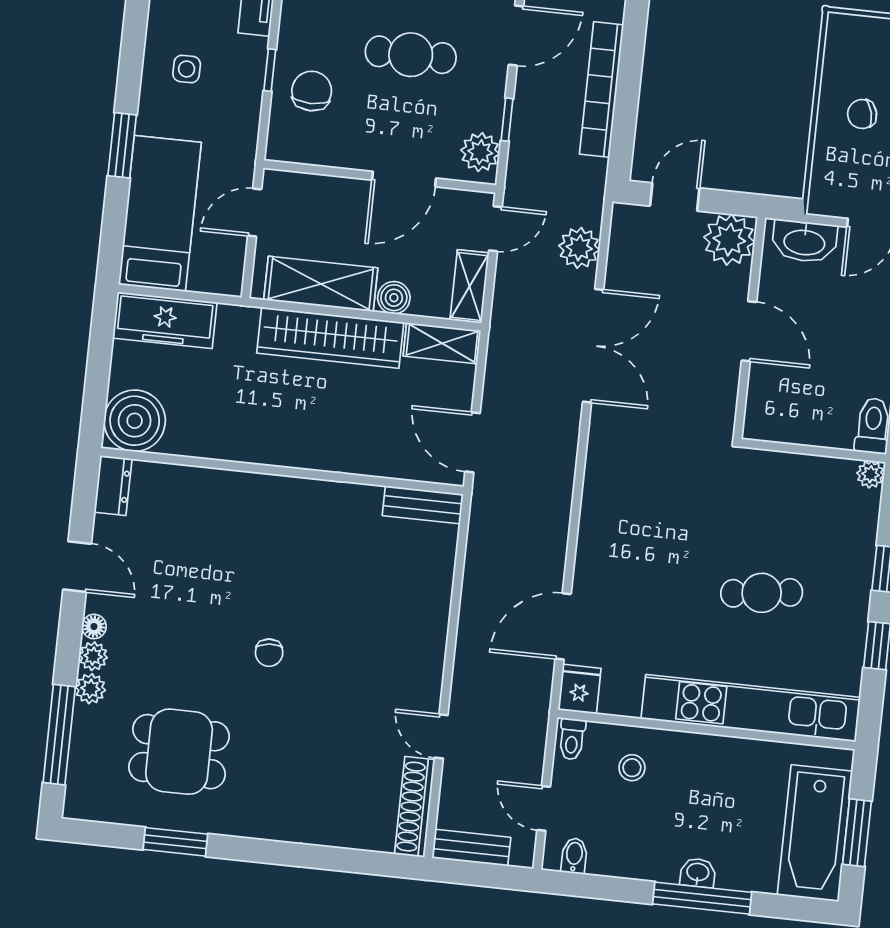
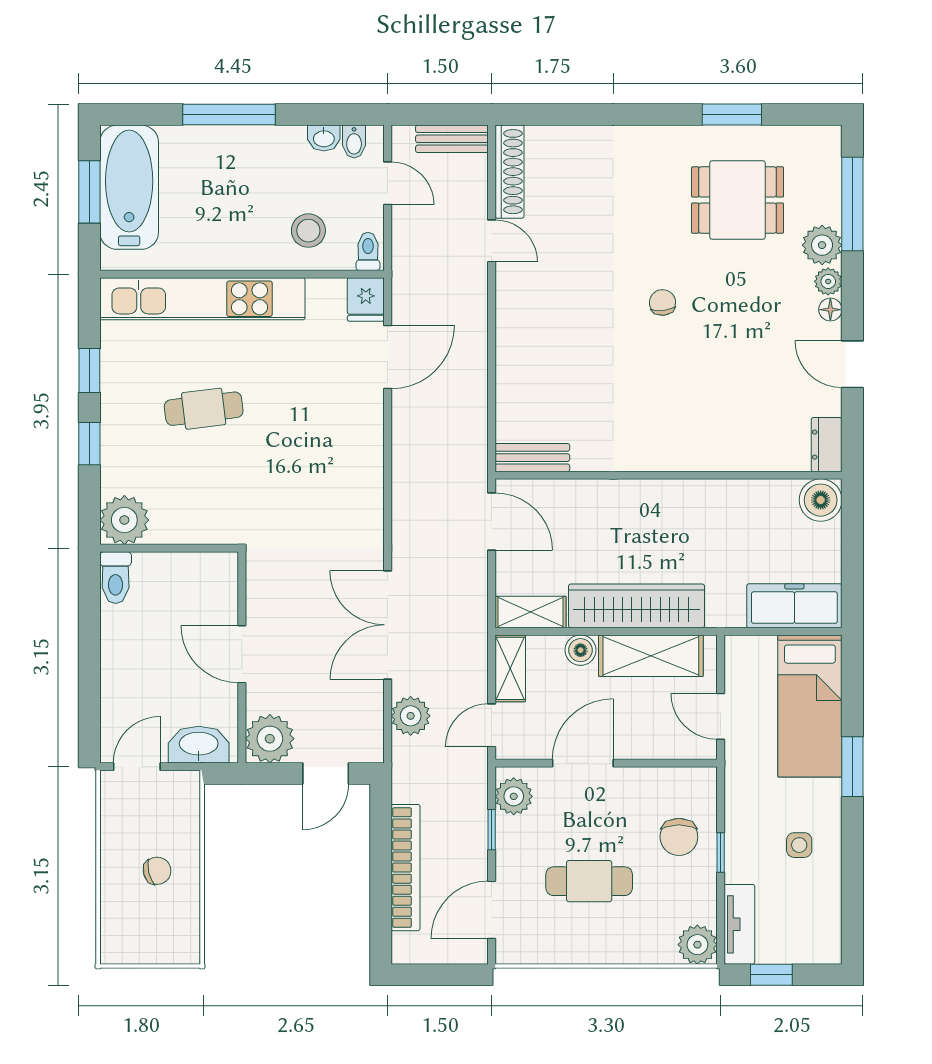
door: (255, 213) -> (721, 716), swing flipped
boiler: (135, 421) -> (821, 500), width x0.73, depth x0.73
plant: (870, 474) -> (124, 520), width x1.88, depth x1.88
plant: (90, 689) -> (822, 245), width x1.38, depth x1.38
stool: (632, 768) -> (308, 231), width x1.37, depth x1.37
washbasin: (698, 873) -> (324, 138), moved

